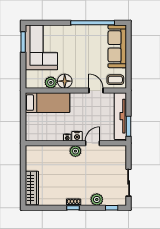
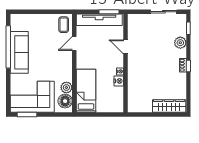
sofa: (117, 46) -> (19, 52), moved, turned -90
floor lamp: (65, 81) -> (65, 101), moved
nightstand: (77, 136) -> (119, 81), moved
plant: (75, 151) -> (133, 63), removed

